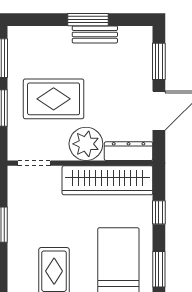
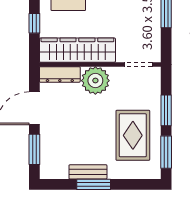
rug: (54, 99) -> (133, 135), moved, turned 90

